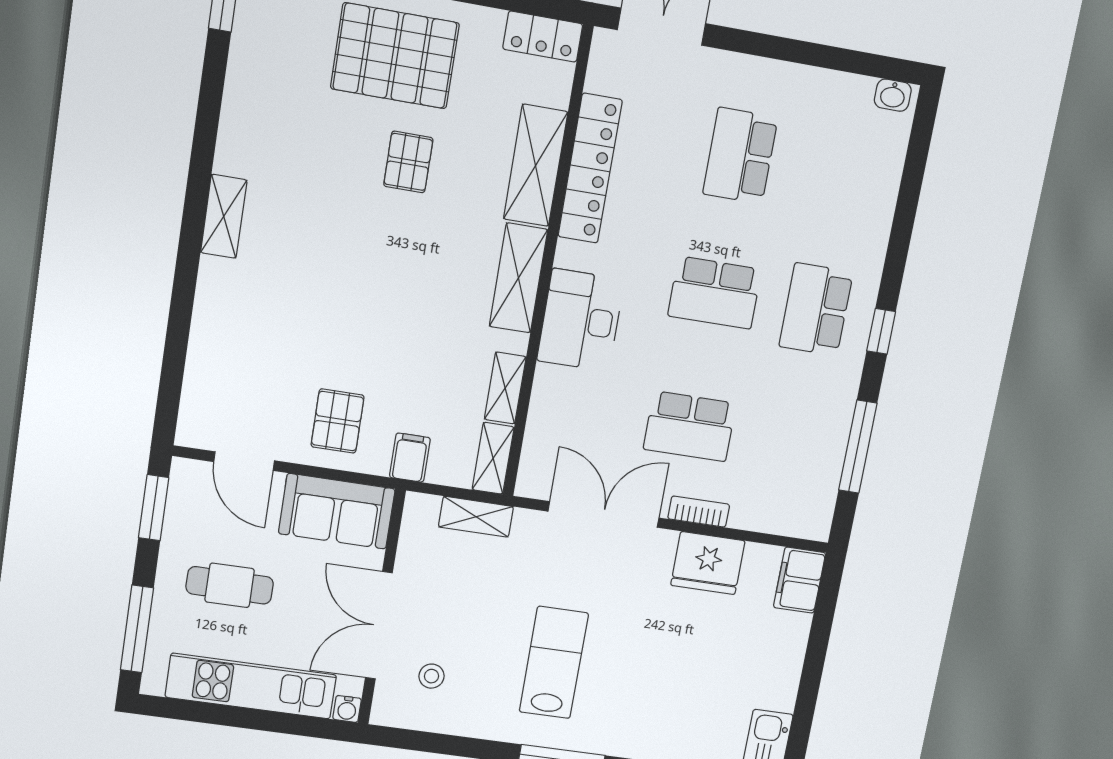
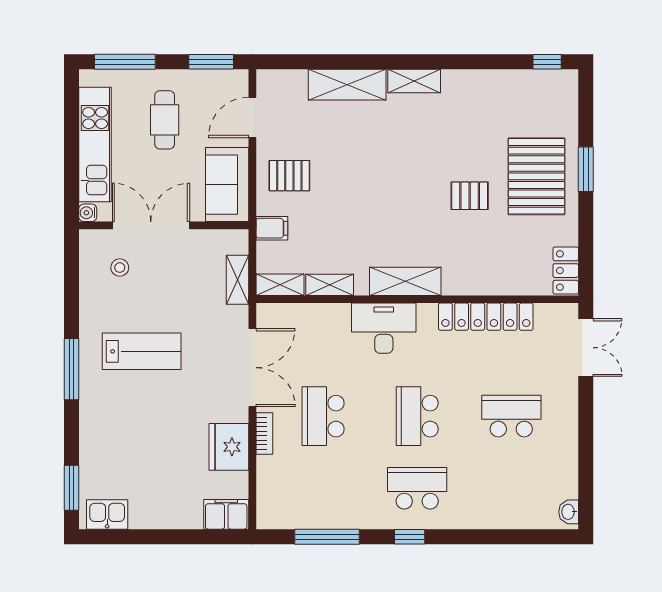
shelving: (536, 165) -> (347, 85), moved

